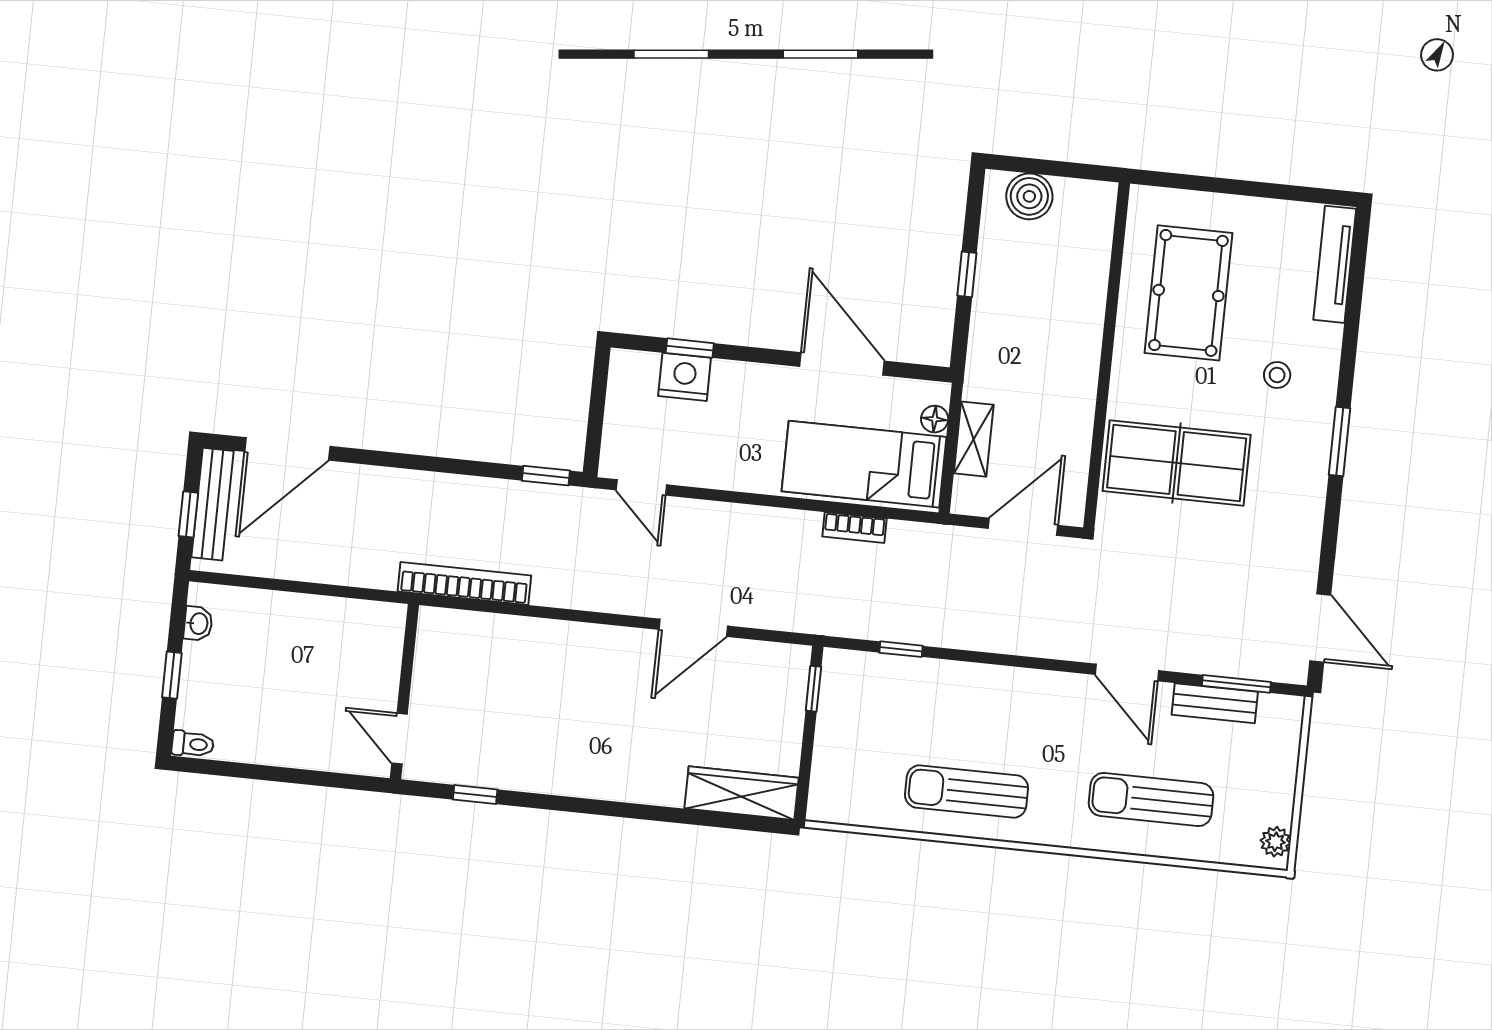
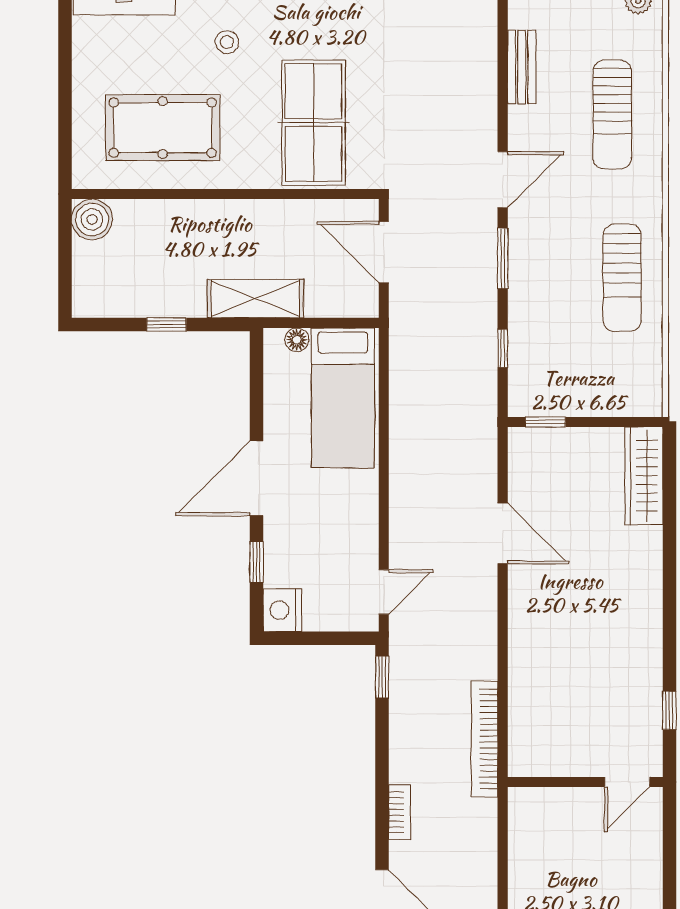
boiler: (1029, 196) -> (92, 219), moved
door: (842, 364) -> (257, 478), moved
nightstand: (685, 377) -> (282, 610), moved
shelving: (974, 439) -> (255, 299), moved, width x1.50, depth x1.33
bookcase: (854, 528) -> (400, 812), moved
door: (1127, 673) -> (503, 180), moved
window: (1236, 684) -> (503, 258), moved

